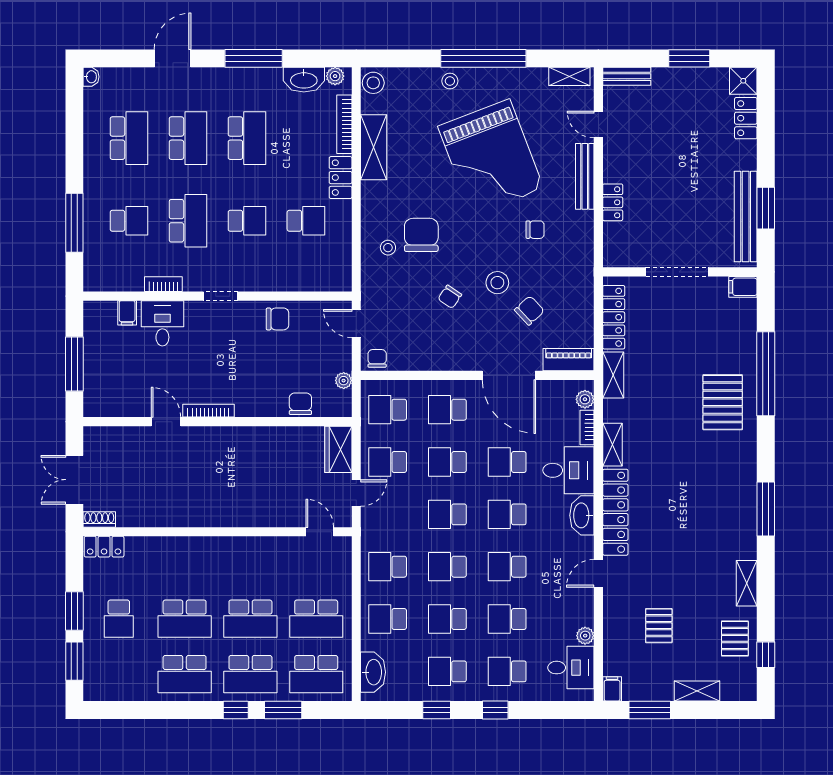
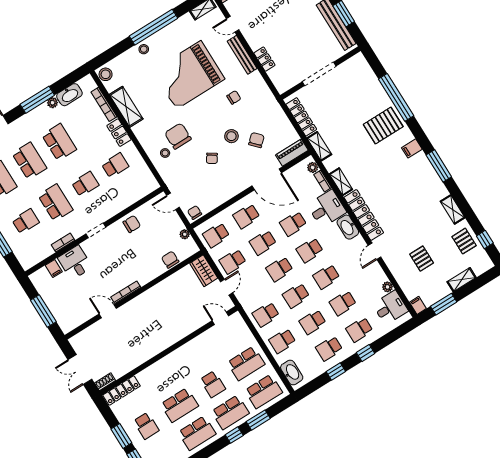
plant: (335, 76) -> (53, 103), moved
grand piano: (491, 157) -> (189, 75), turned 111
filing cabinet: (743, 287) -> (412, 148), moved
pallet: (723, 402) -> (383, 125), turned 90
locker: (104, 547) -> (122, 391), width x1.53
school desk: (250, 619) -> (213, 384), width x0.54

